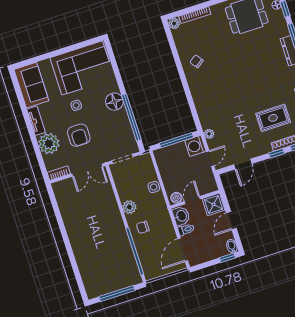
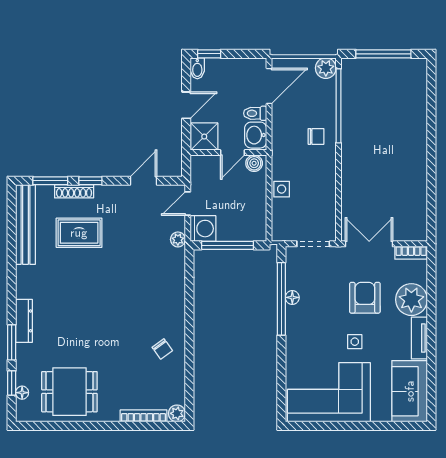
floor lamp: (114, 102) -> (292, 297), moved, width x0.53, depth x0.53
plant: (129, 207) -> (326, 68), moved

